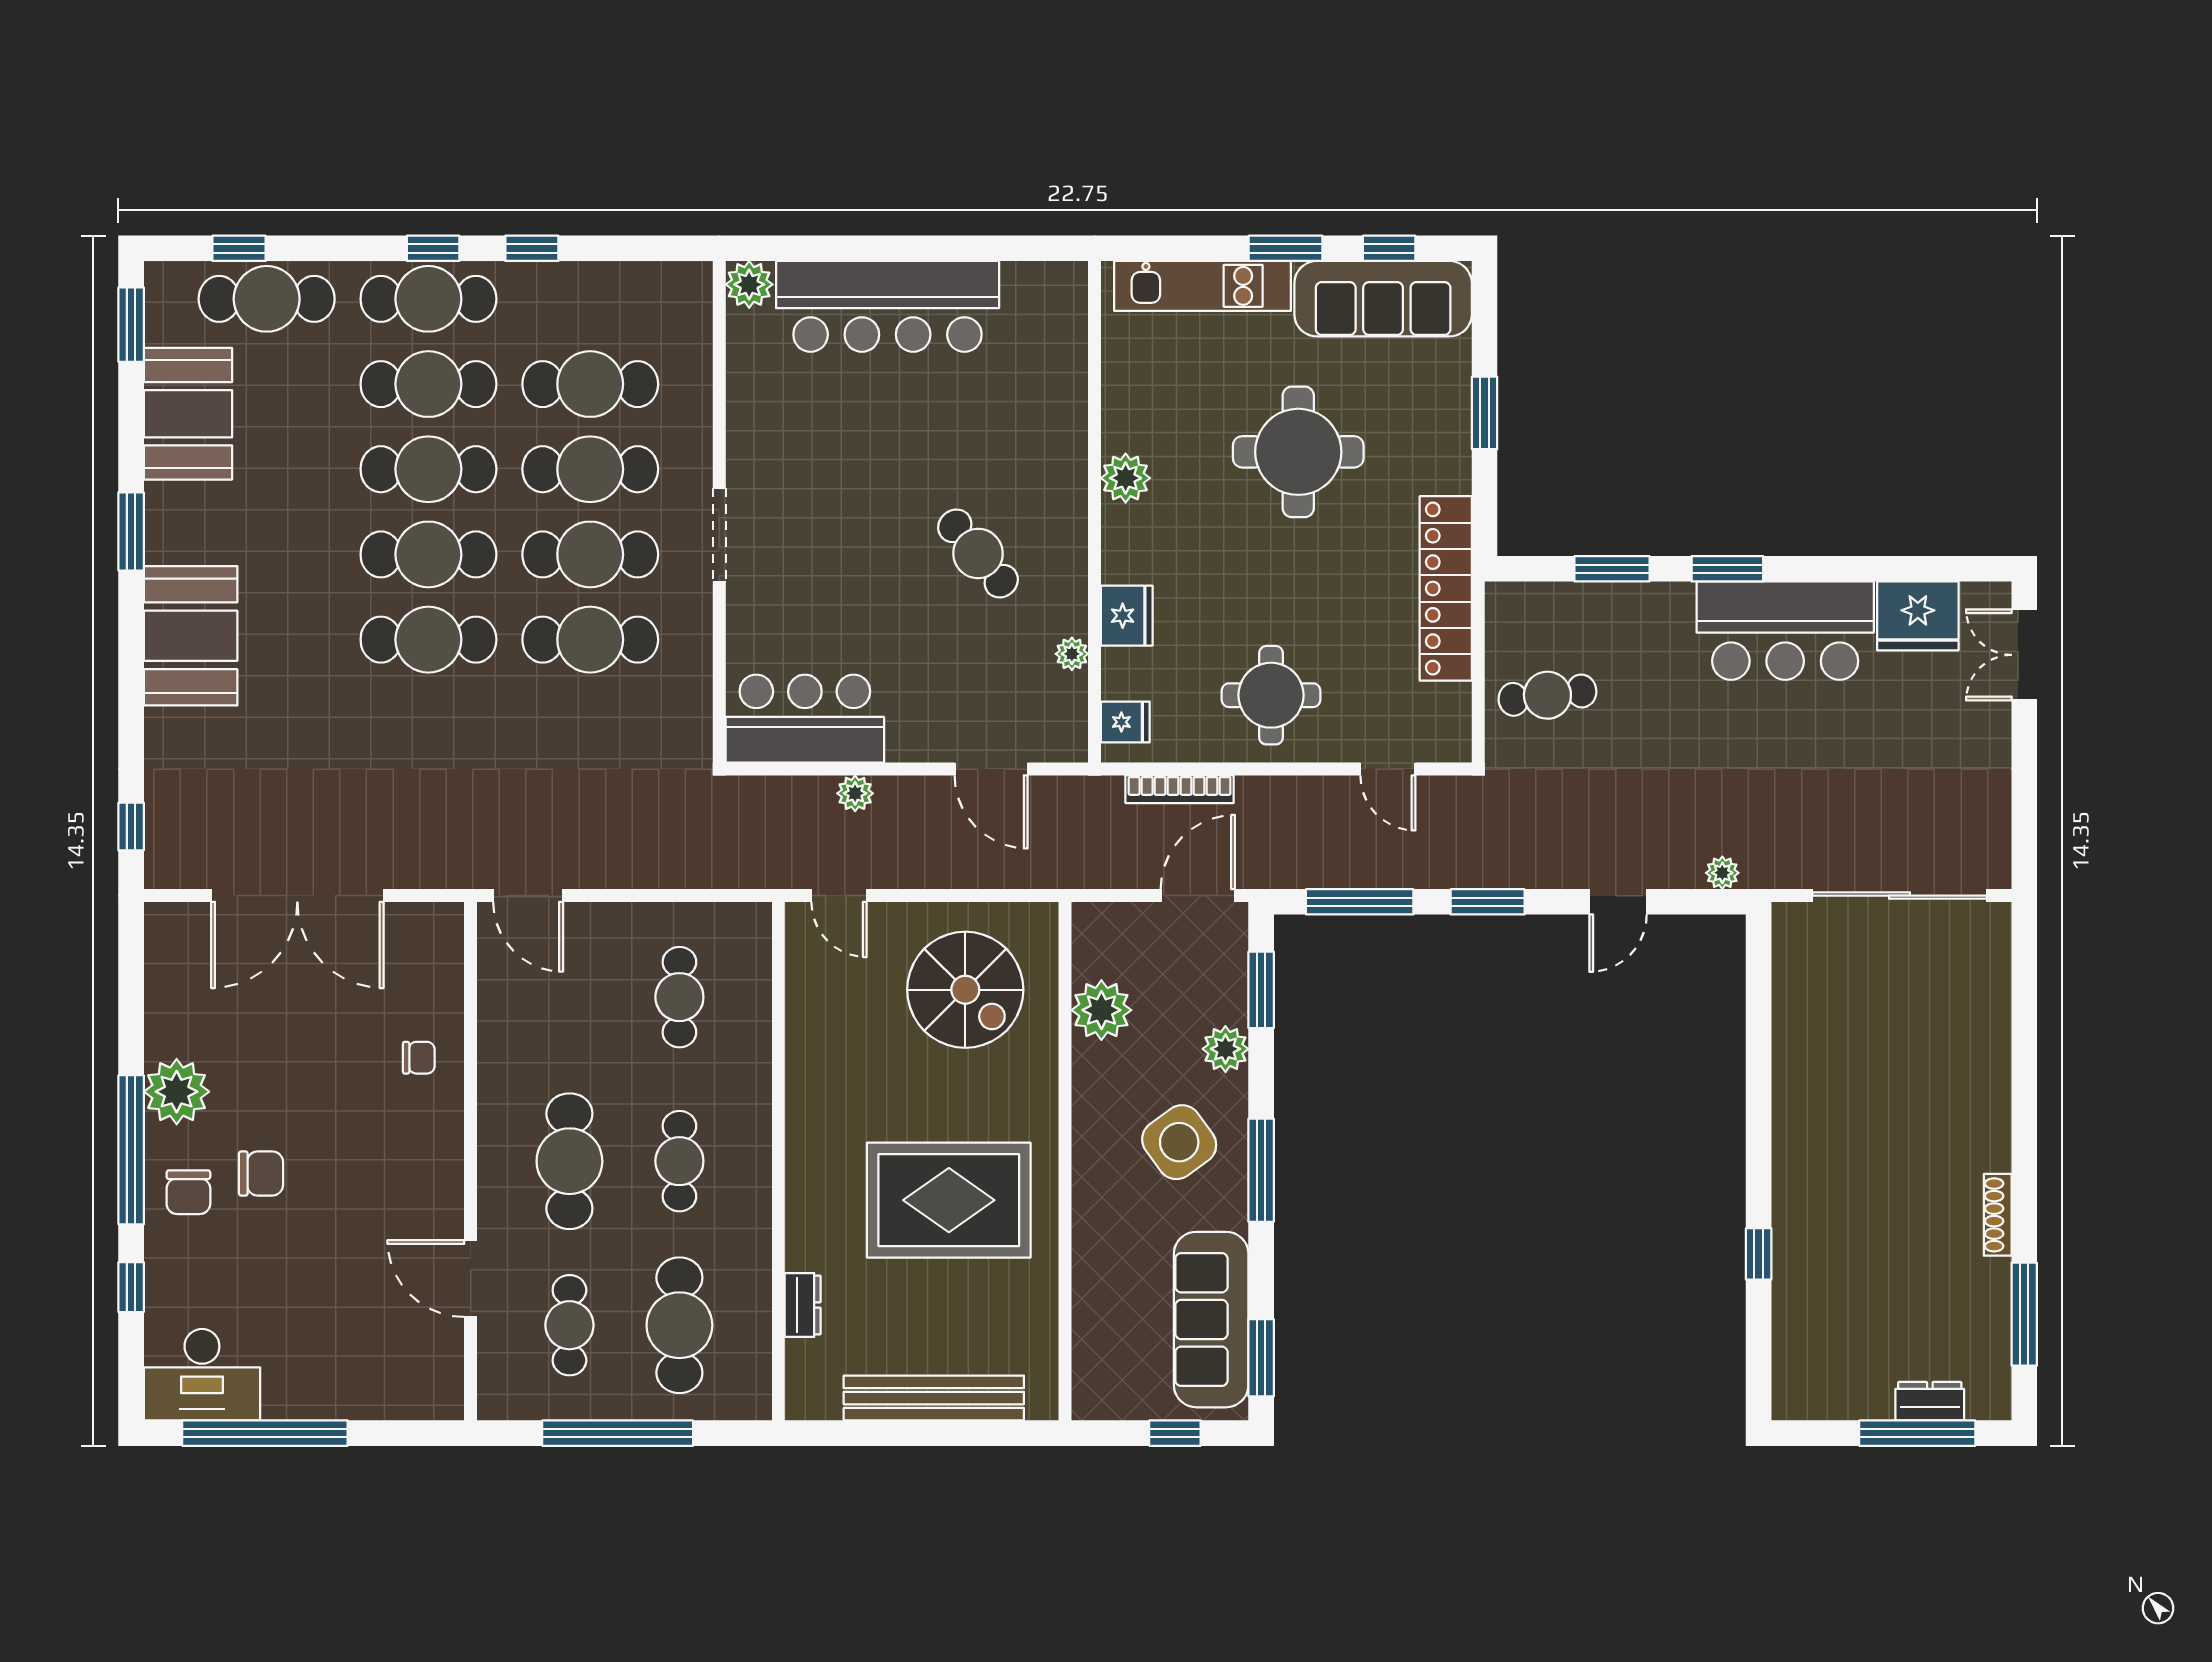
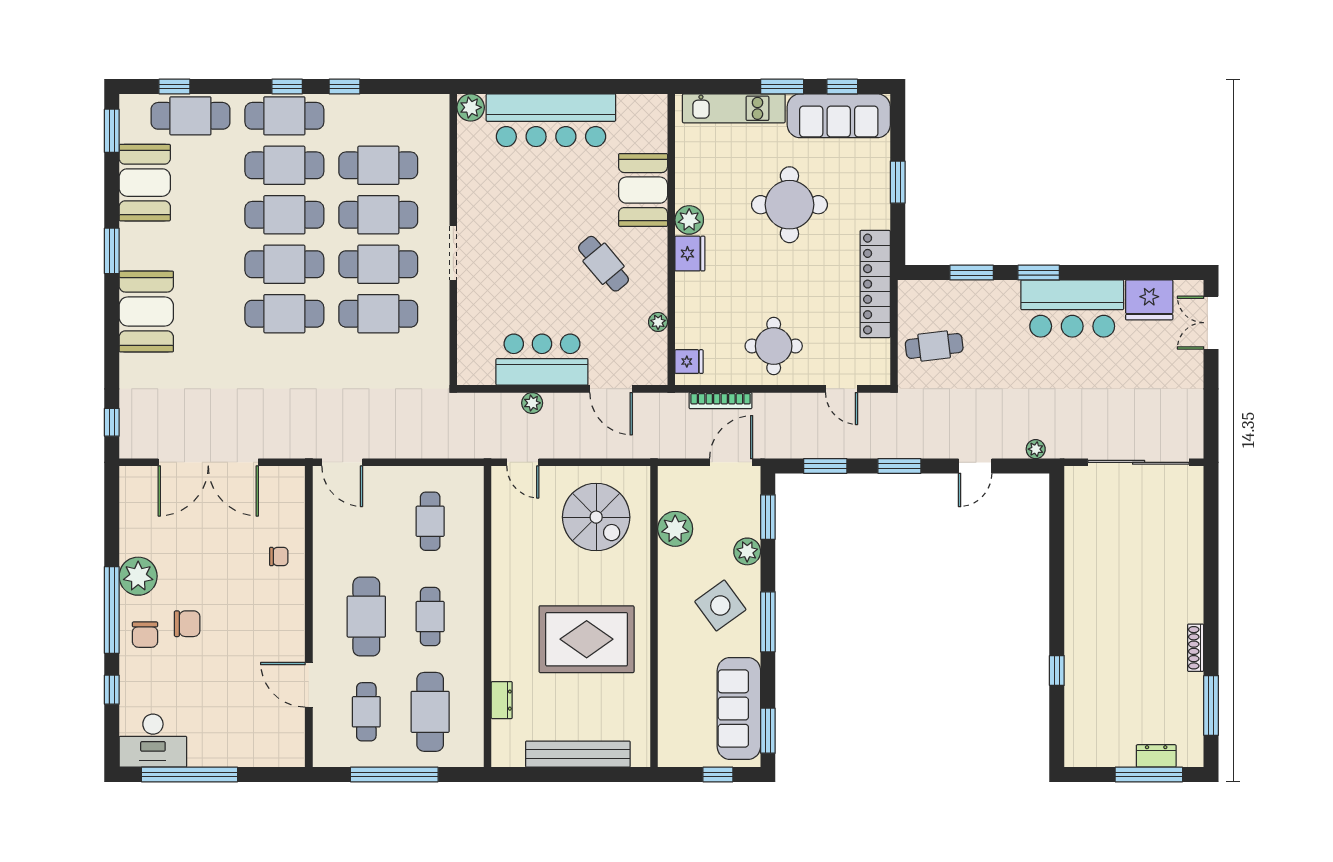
booth: (1046, 427) -> (643, 190), added
fridge: (1127, 616) -> (690, 254), moved
bar counter: (805, 719) -> (542, 360), moved
window: (1360, 902) -> (825, 466), width x0.69

